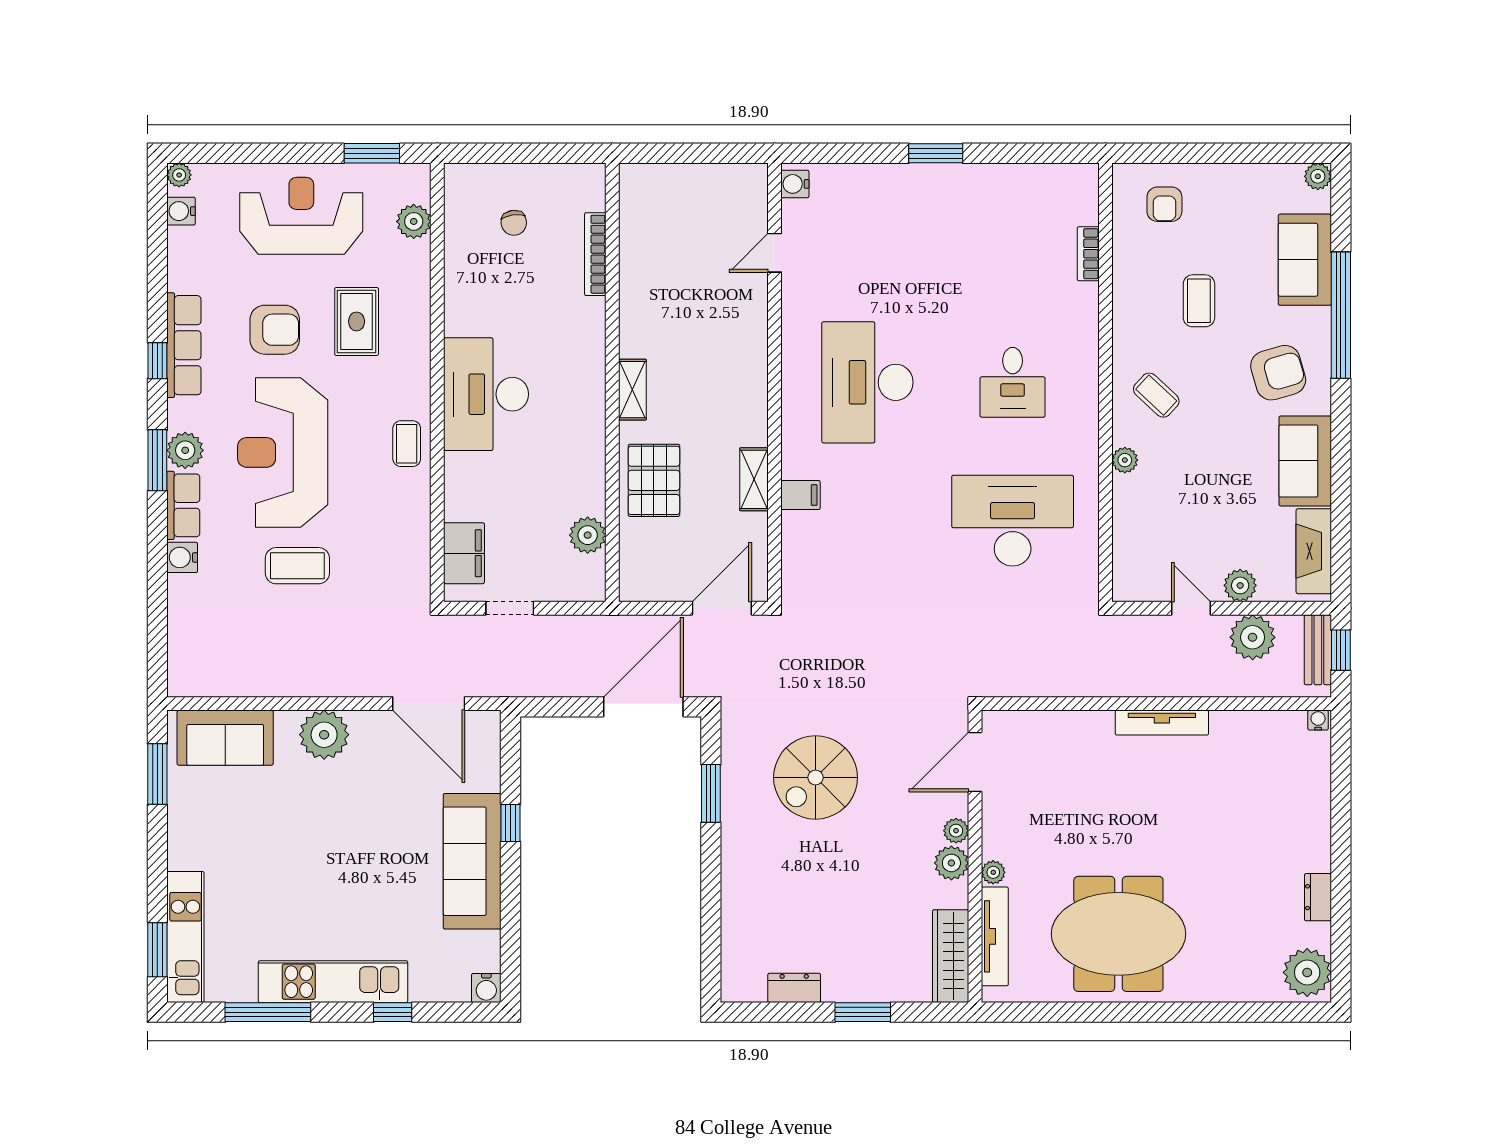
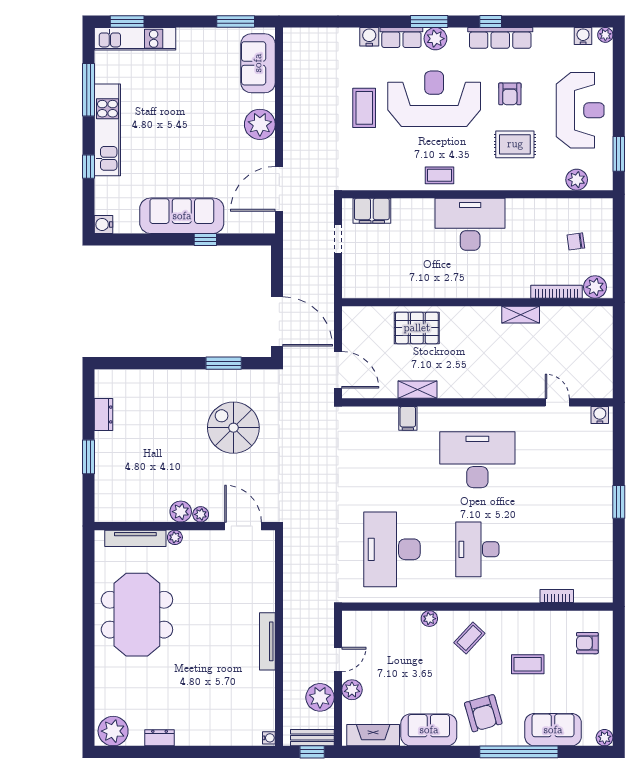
armchair: (275, 330) -> (510, 94), width x0.72, depth x0.72
desk: (1013, 382) -> (477, 549), width x1.37
shelving: (632, 390) -> (521, 315), moved
desk: (1013, 521) -> (392, 549), turned 180
plant: (588, 535) -> (595, 287), moved
wardrobe: (951, 956) -> (123, 511), removed

